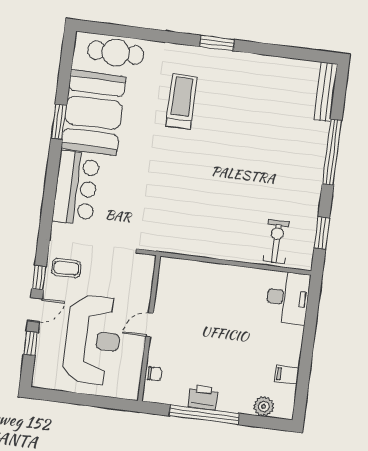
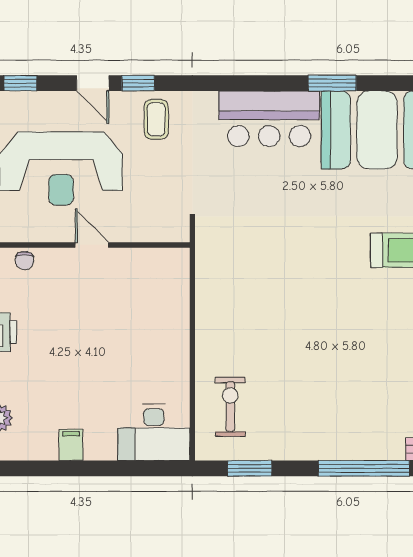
window: (59, 122) -> (332, 83), moved
exercise bike: (276, 241) -> (230, 407), turned -90
window: (31, 343) -> (20, 83), moved
filing cabinet: (287, 375) -> (71, 445), moved

